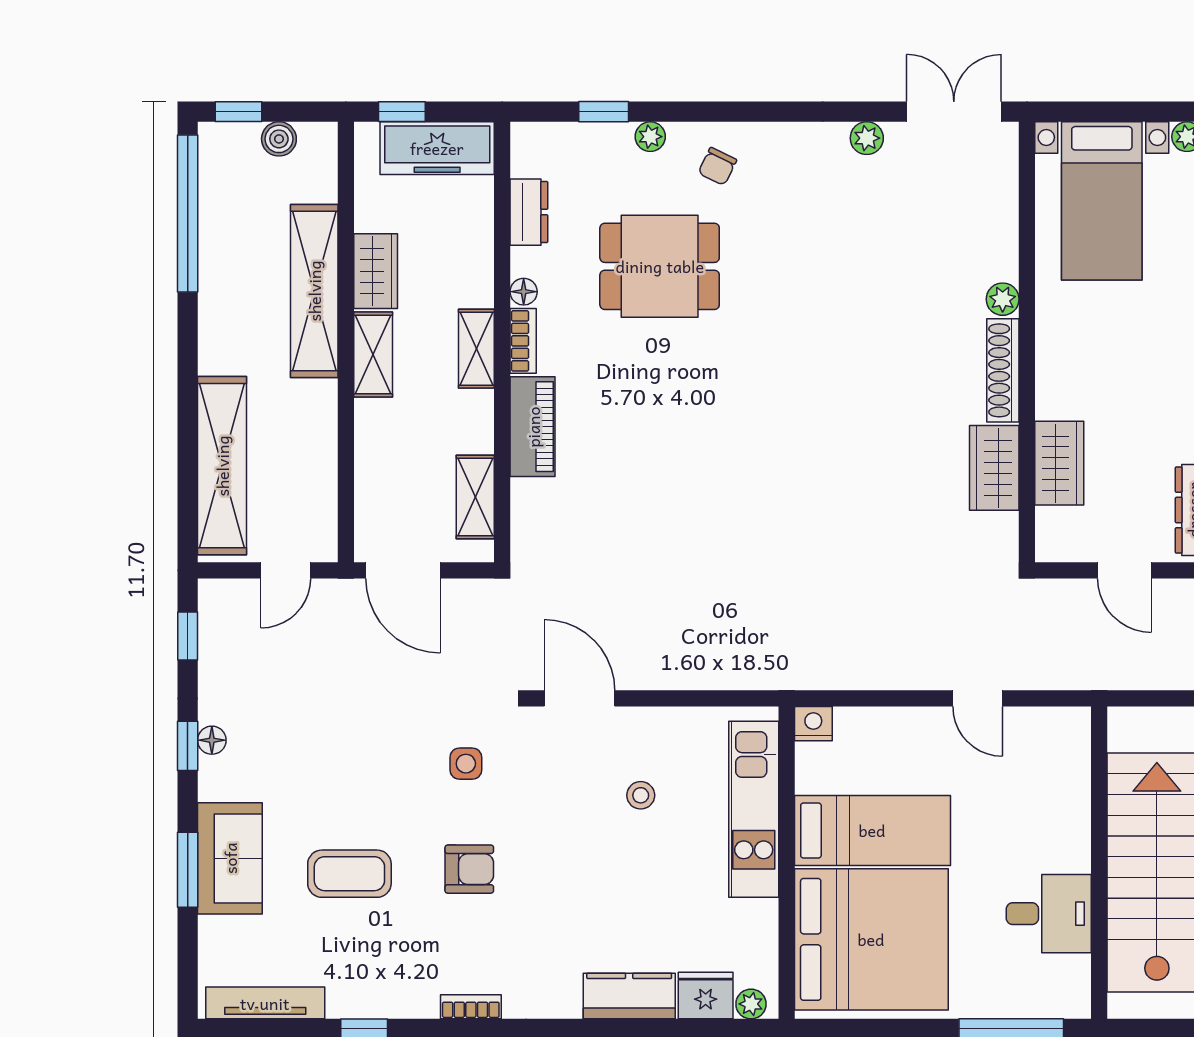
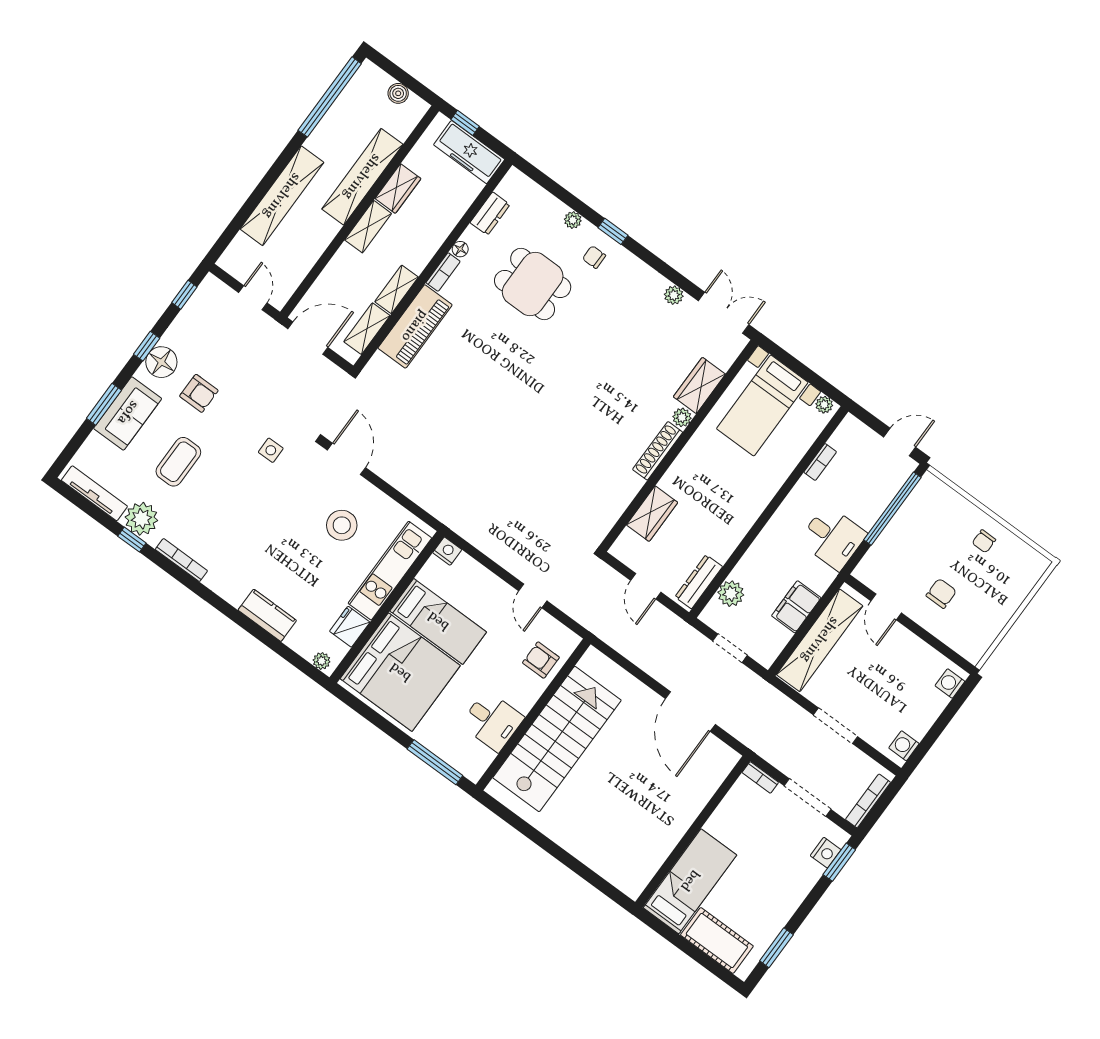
window: (238, 112) -> (389, 67), removed
window: (604, 112) -> (613, 231), moved
chair: (717, 166) -> (594, 257), turned 64
shelving: (476, 349) -> (397, 289), moved
piano: (533, 427) -> (415, 326), width x1.37, depth x1.33
shelving: (222, 466) -> (282, 196), moved
wardrobe: (994, 468) -> (699, 385), moved
door: (286, 570) -> (253, 298), swing flipped
door: (403, 570) -> (308, 338), swing flipped
floor lamp: (212, 740) -> (161, 362), width x1.89, depth x1.89
armchair: (1054, 779) -> (541, 660), added
stool: (641, 795) -> (342, 525), width x1.89, depth x1.89
armchair: (469, 869) -> (199, 393), moved
coffee table: (349, 874) -> (178, 462), turned 90
plant: (356, 990) -> (141, 519), added
fridge: (706, 995) -> (350, 627), moved, turned -90
bookcase: (471, 1007) -> (181, 560), width x1.56

